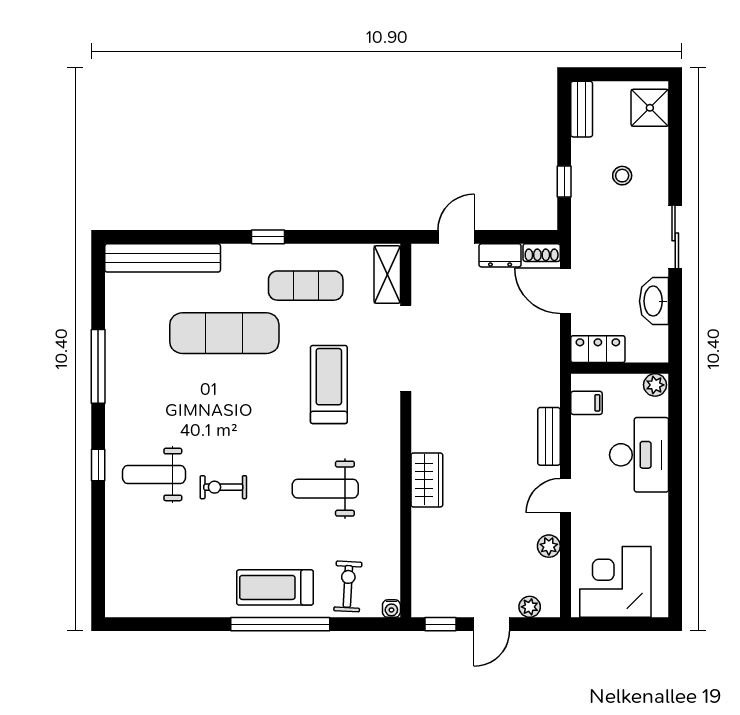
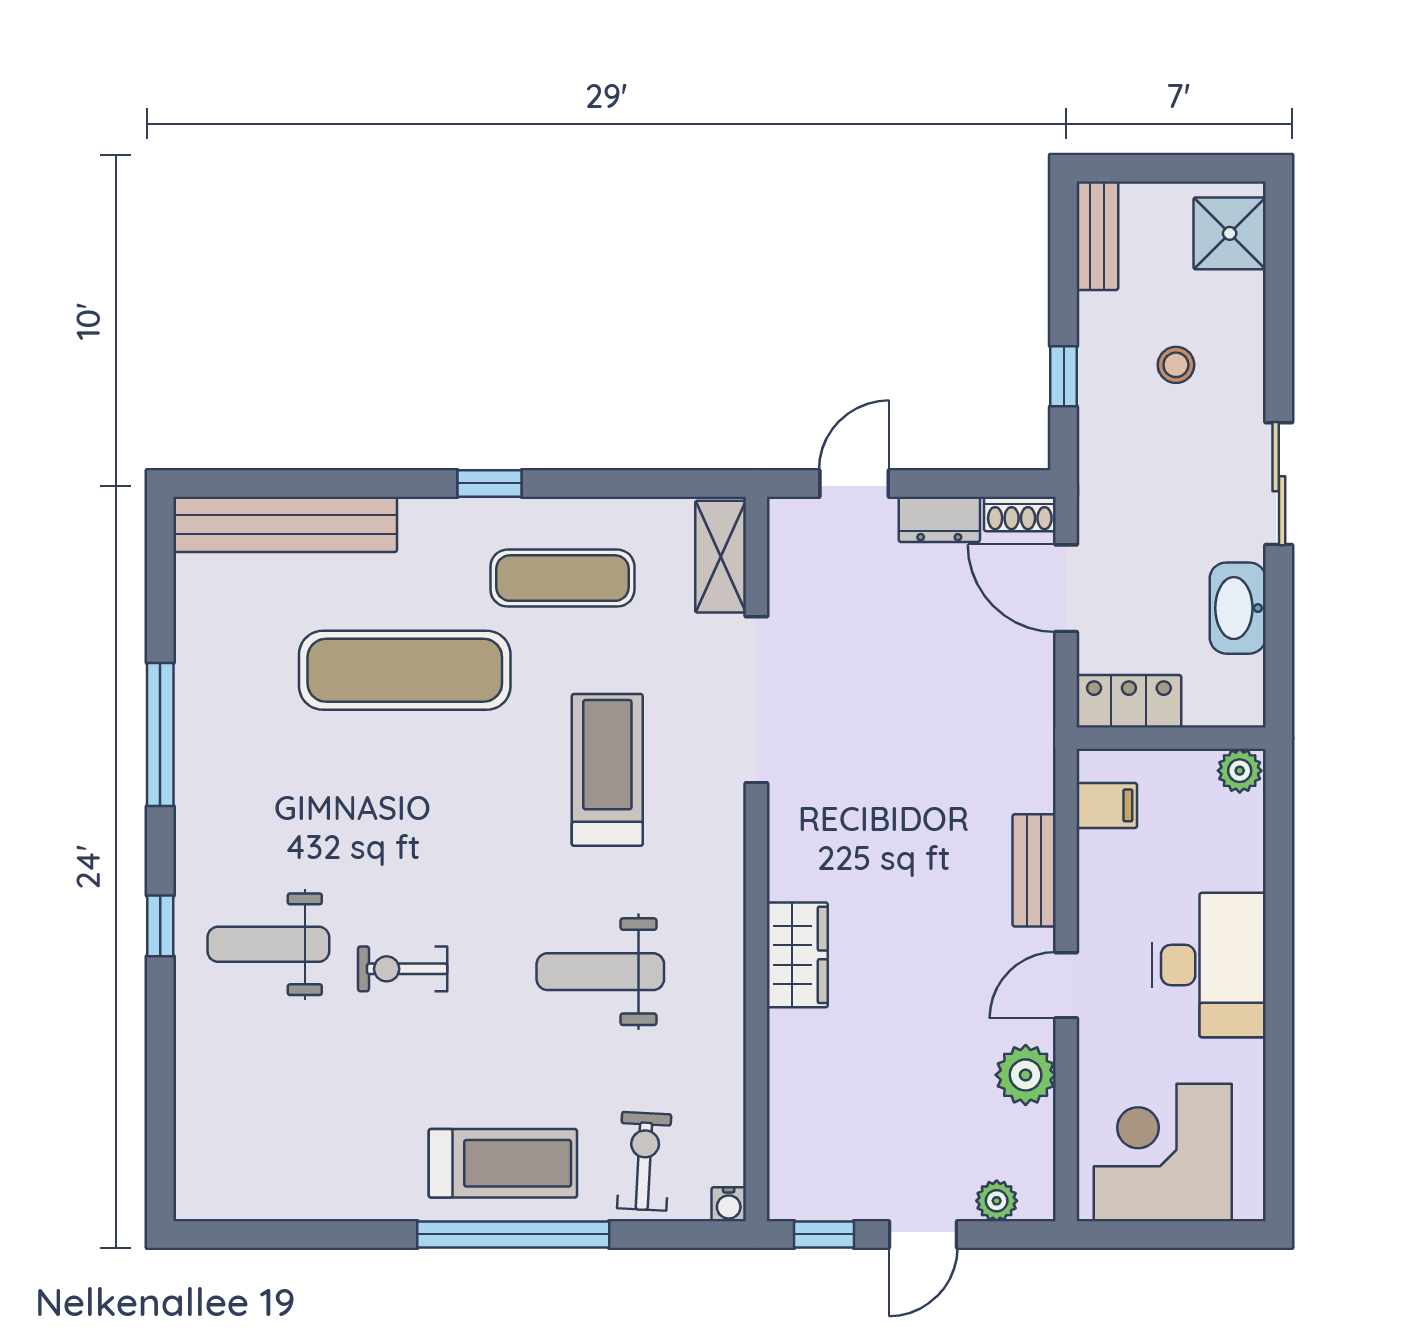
desk: (639, 455) -> (1209, 965), moved
plant: (549, 546) -> (1026, 1075), width x1.38, depth x1.38
treadmill: (275, 587) -> (503, 1163), turned 180

